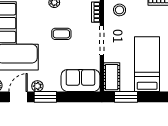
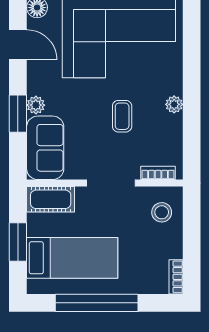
plant: (37, 86) -> (36, 105), moved
window: (45, 97) -> (18, 114), moved
window: (126, 97) -> (18, 242), moved

